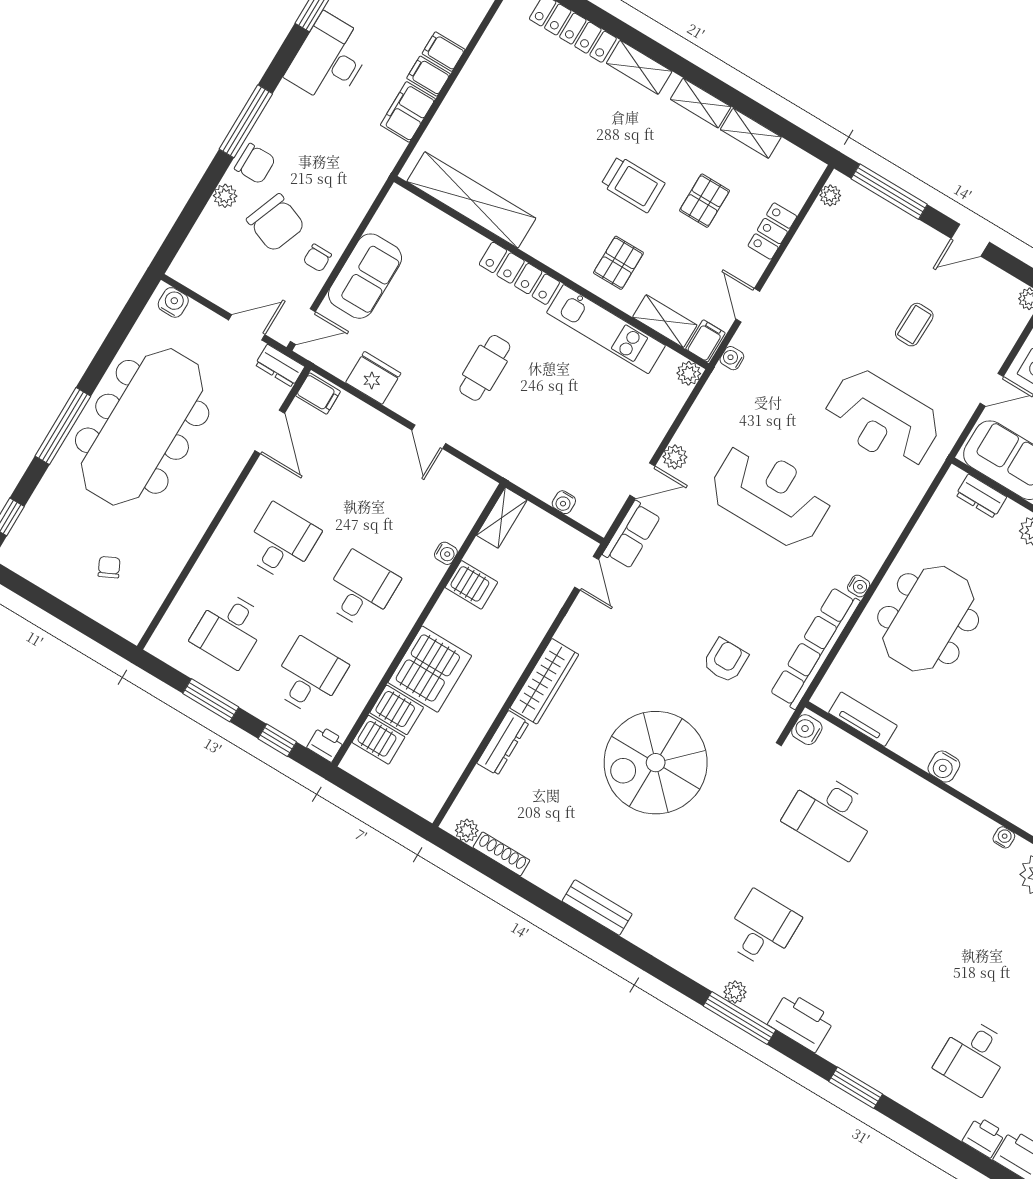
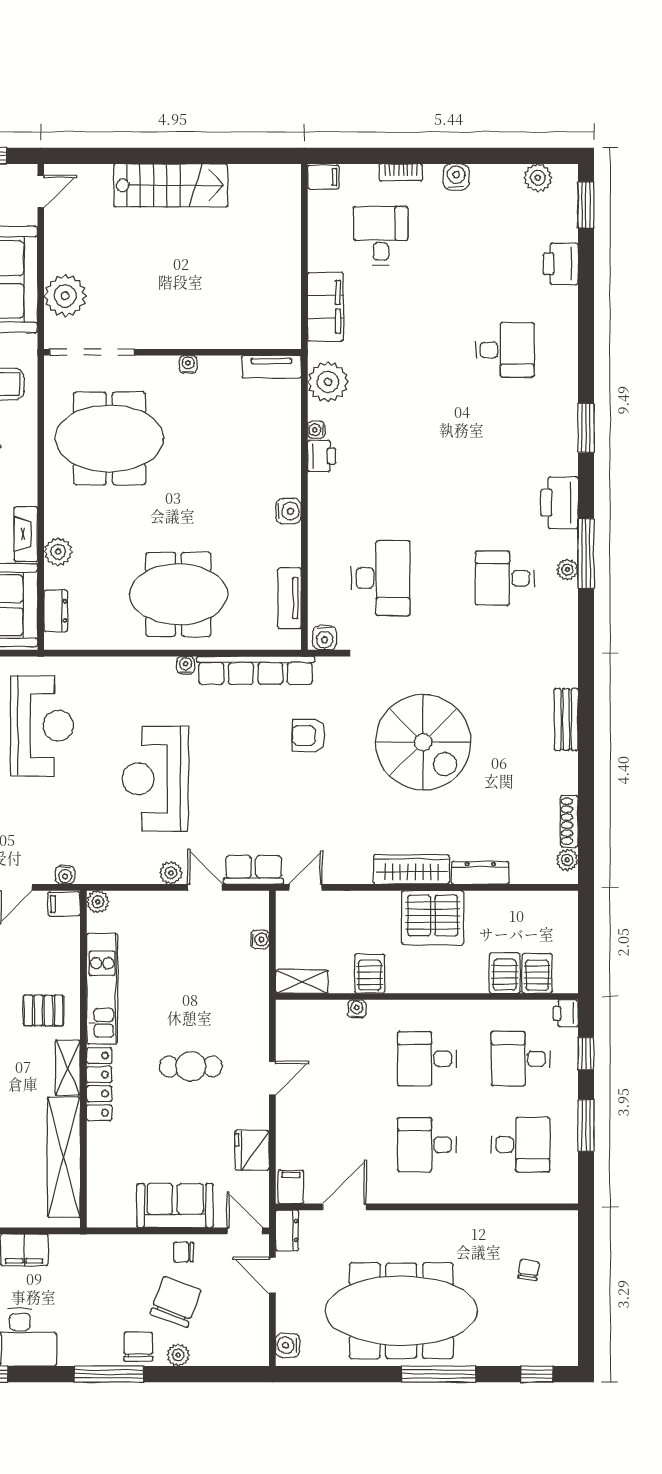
chair: (317, 258) -> (183, 1252), turned 180
shelving: (665, 321) -> (68, 1068), moved
chair: (109, 567) -> (529, 1270), turned 125
server rack: (430, 669) -> (433, 918), moved, turned 180
printer: (984, 1137) -> (322, 456), moved, turned 180

